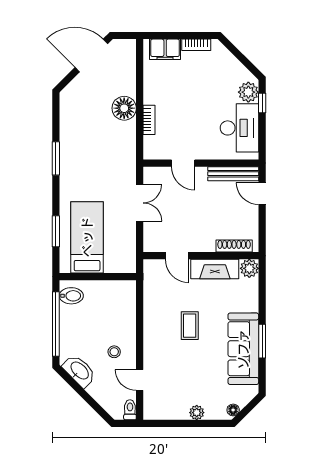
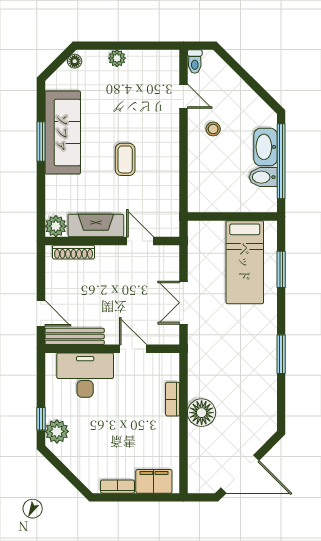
desk: (239, 128) -> (85, 375), moved, turned 90
bidet: (71, 296) -> (263, 177), moved
washbasin: (79, 371) -> (265, 147), moved, turned 45

